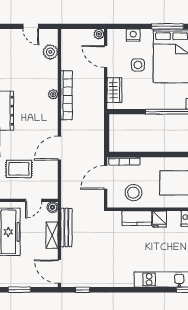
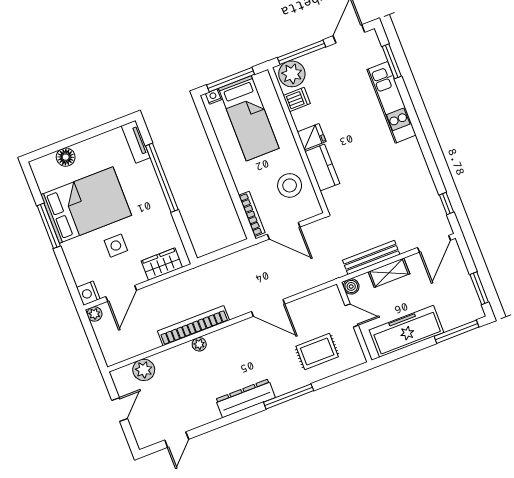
nightstand: (133, 35) -> (88, 293), moved
rug: (19, 169) -> (317, 352), turned 90

